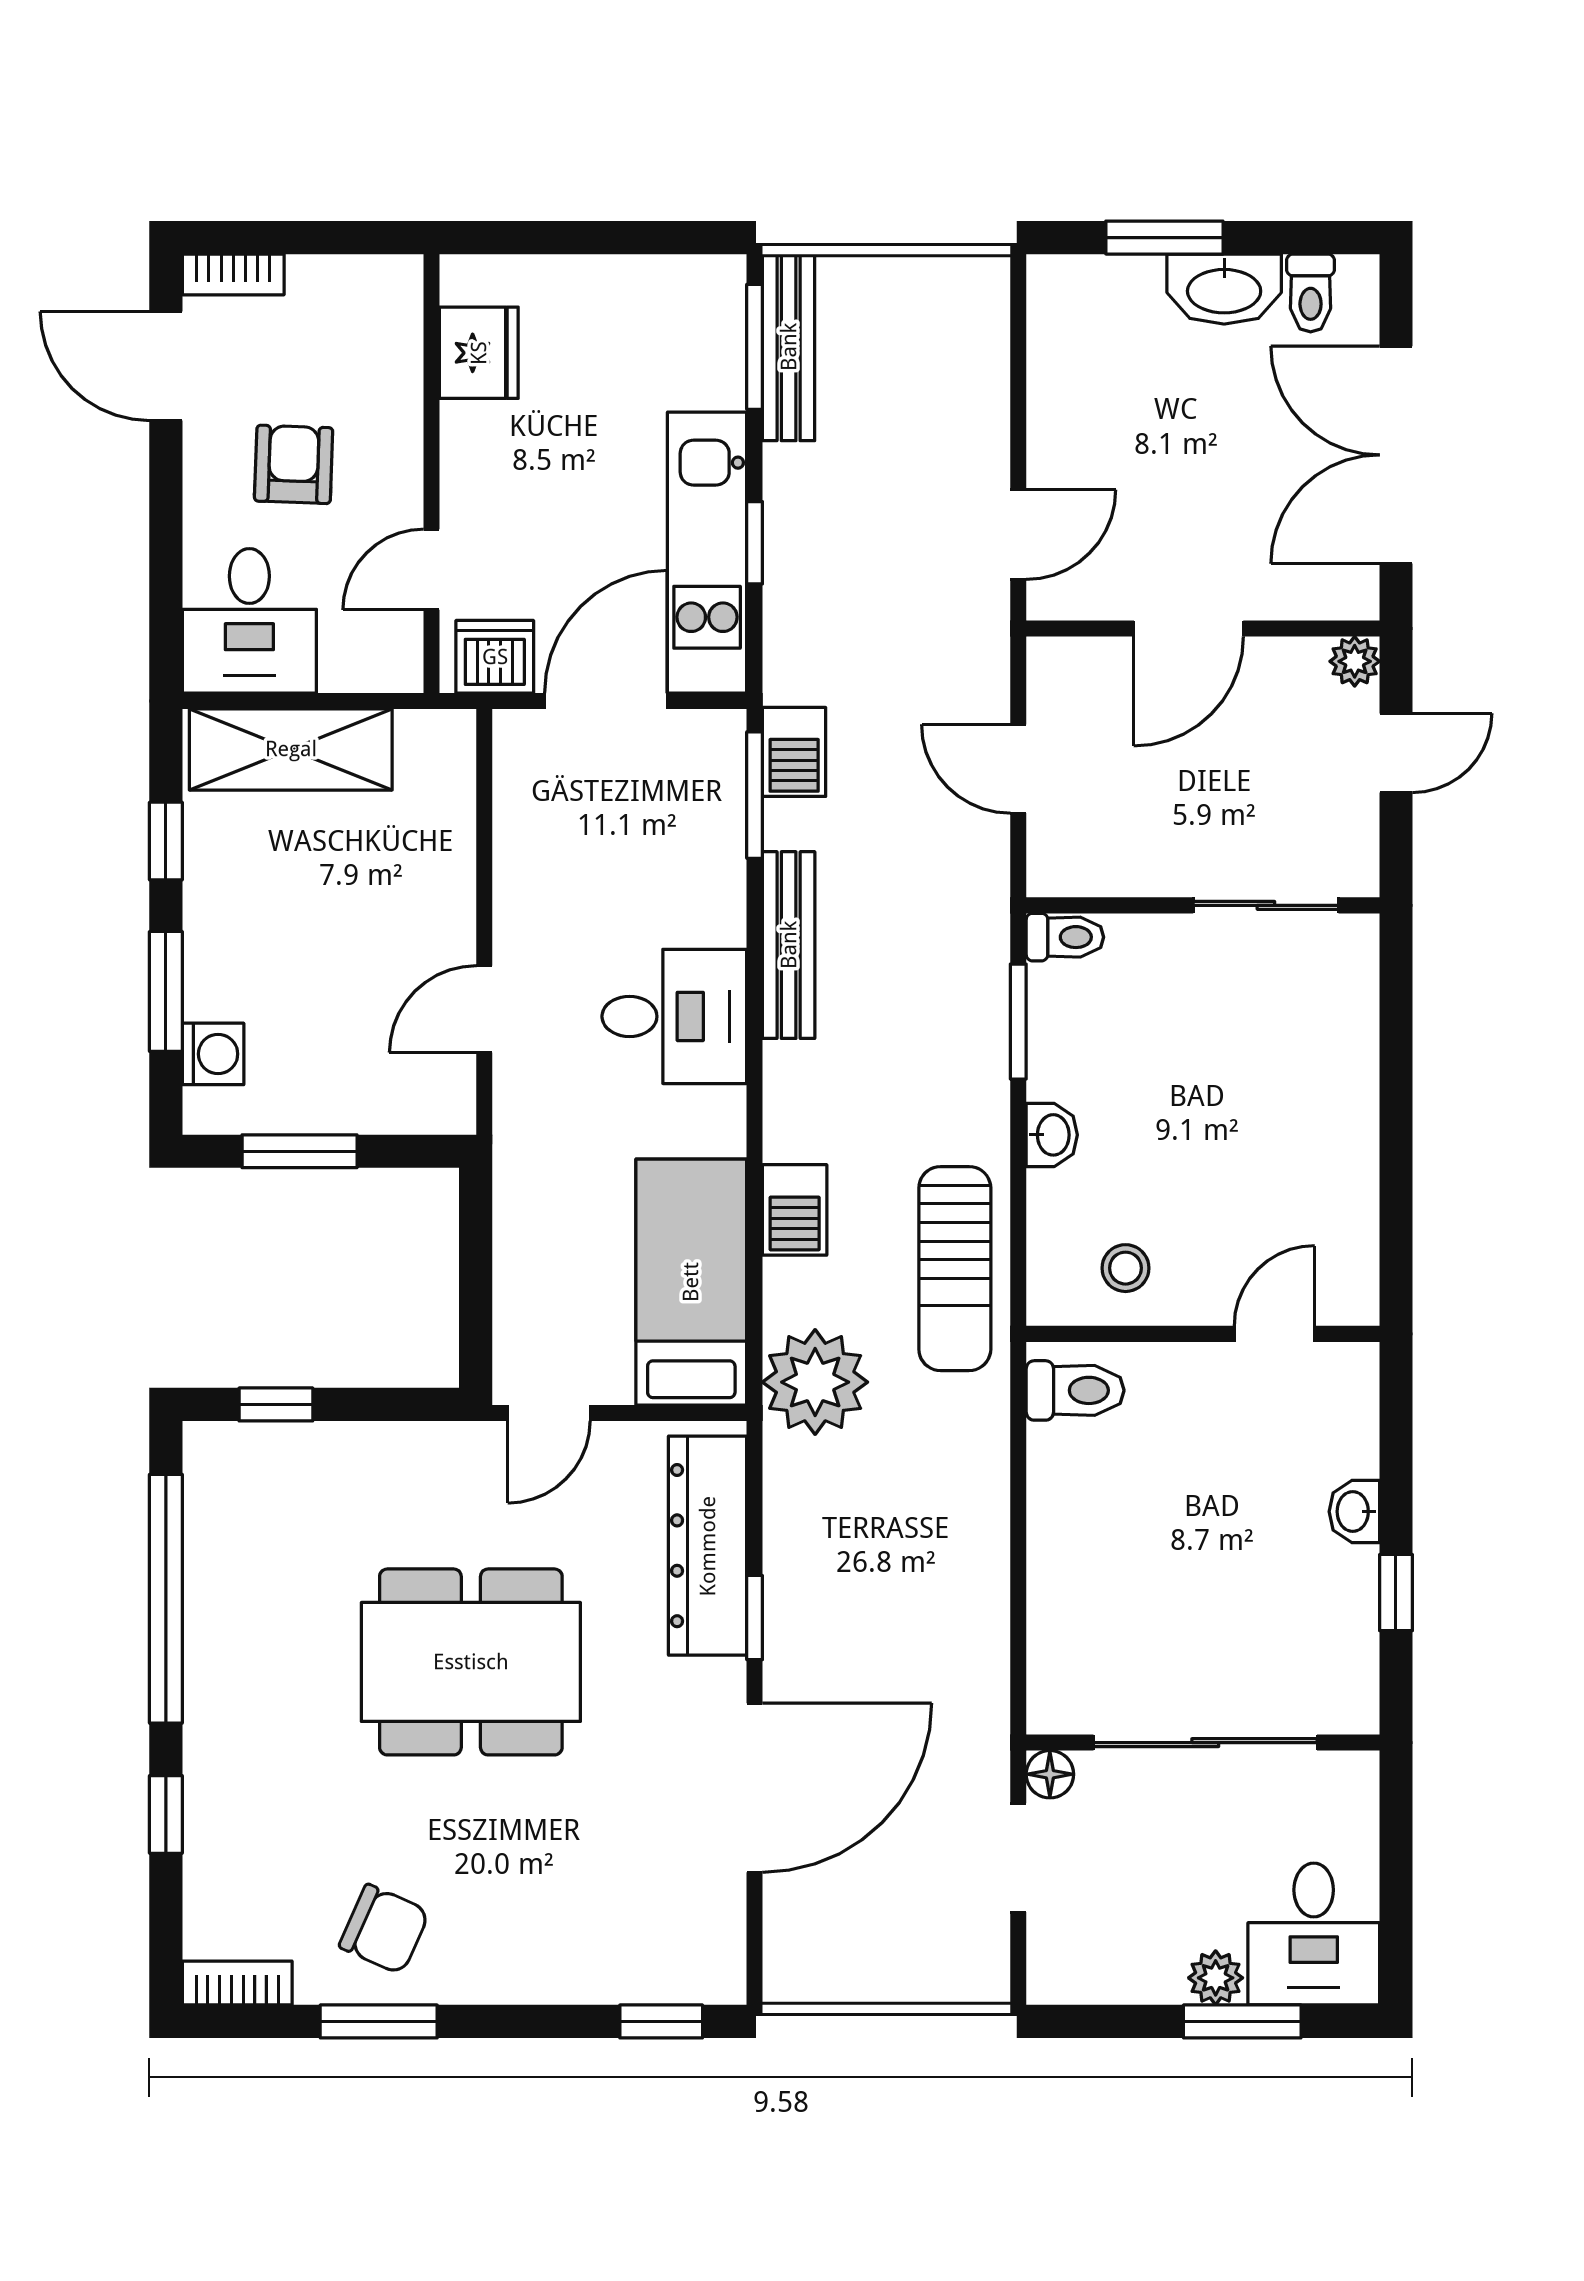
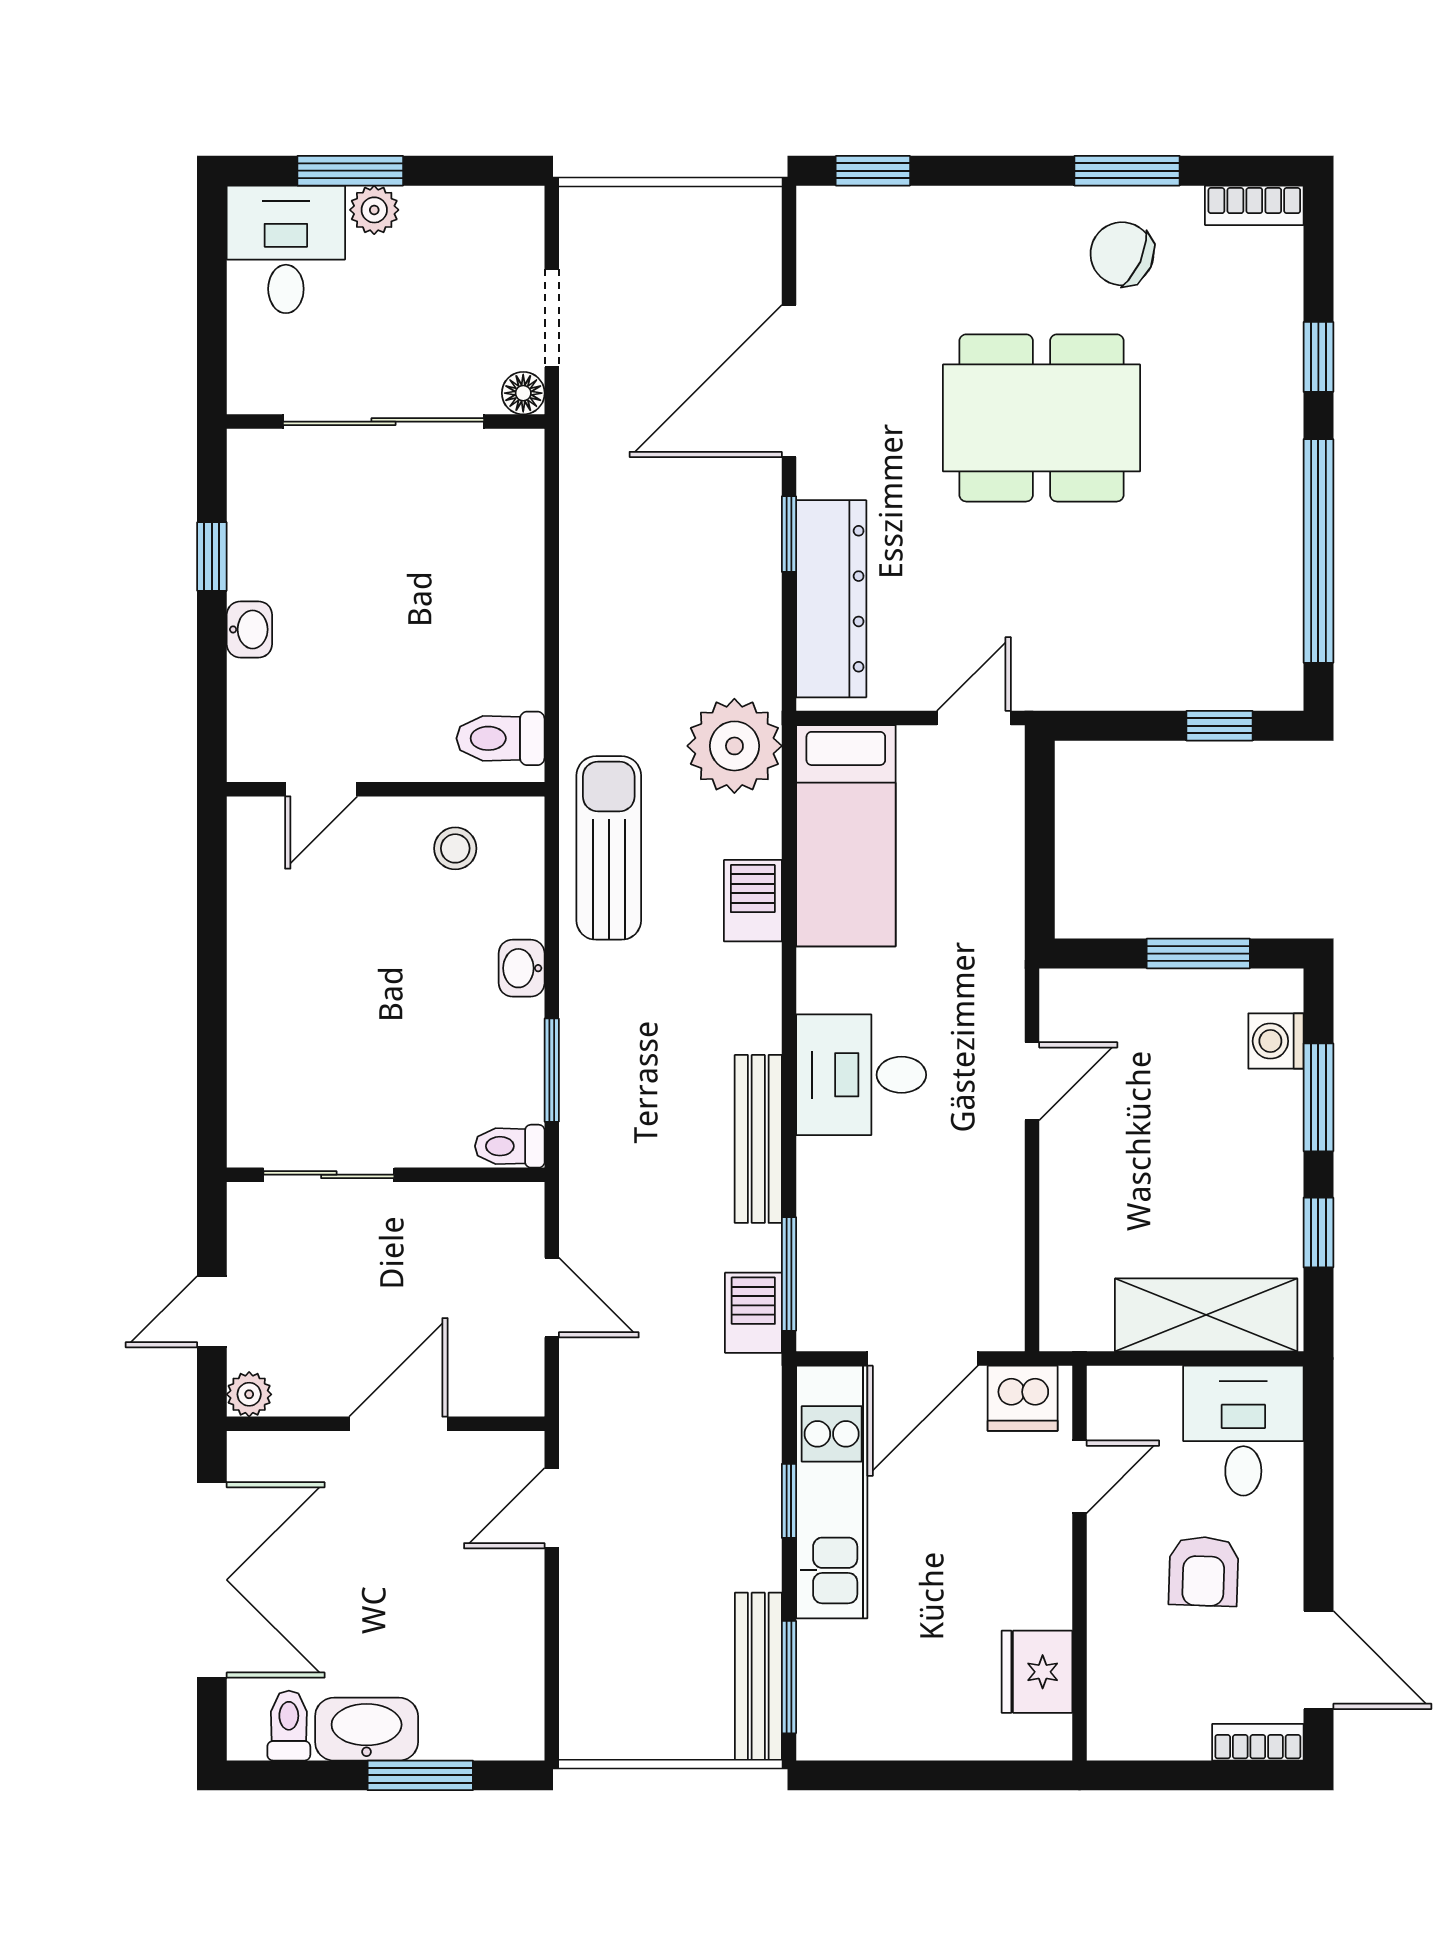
dining table: (471, 1662) -> (1042, 418), moved

